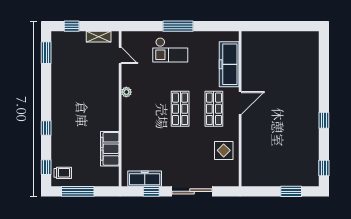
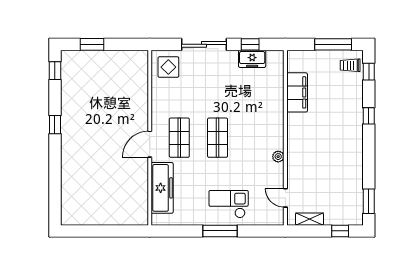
display table: (224, 150) -> (168, 67), moved
freezer: (145, 179) -> (252, 59), width x0.71

